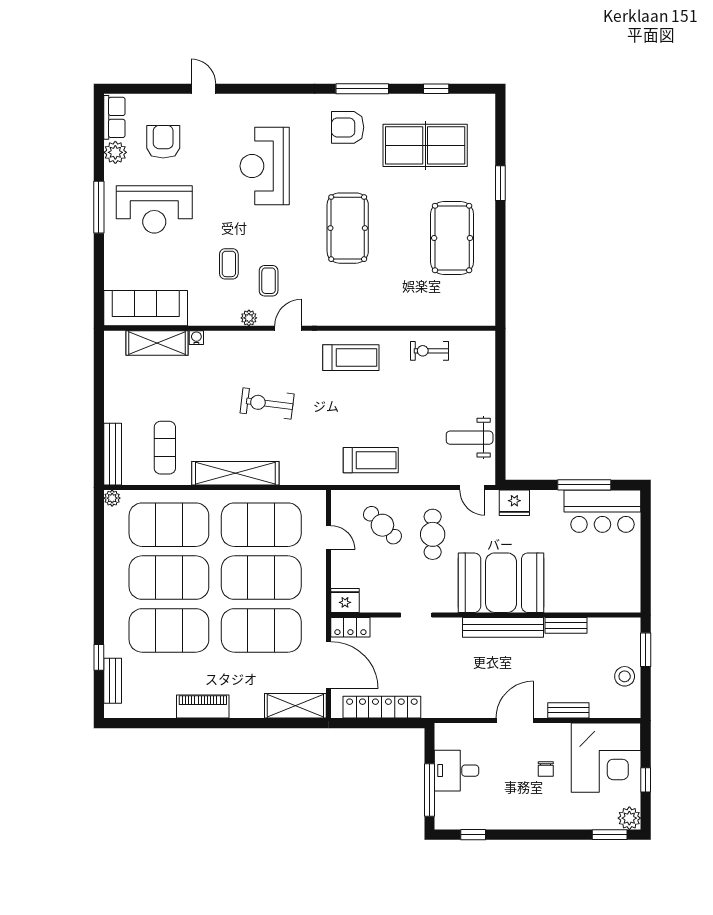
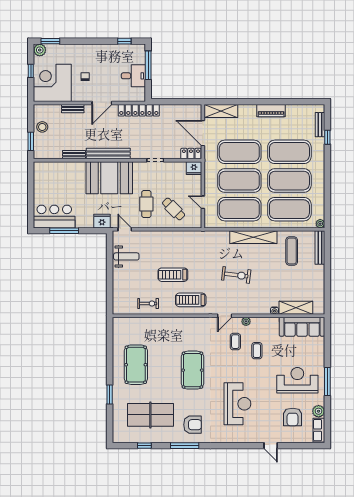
treadmill: (371, 460) -> (173, 275), moved
locker: (382, 707) -> (139, 110), moved

